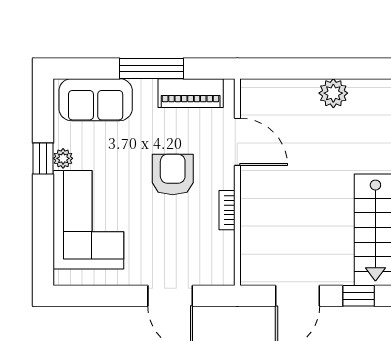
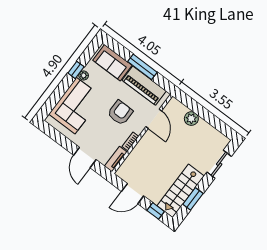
piano: (191, 93) -> (144, 86), width x1.37, depth x1.33
plant: (333, 93) -> (191, 119), moved
tv unit: (225, 259) -> (116, 159), added

